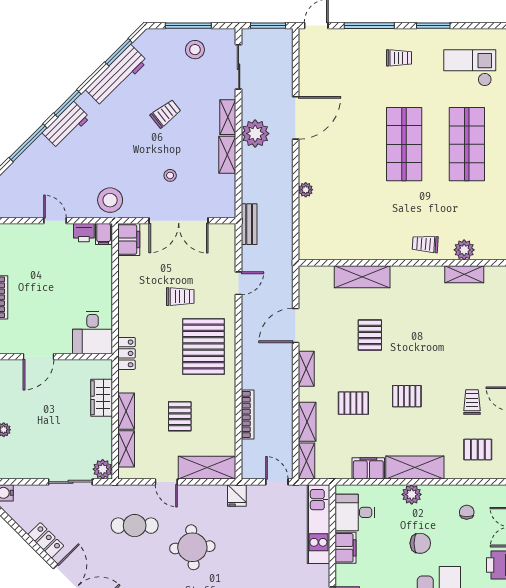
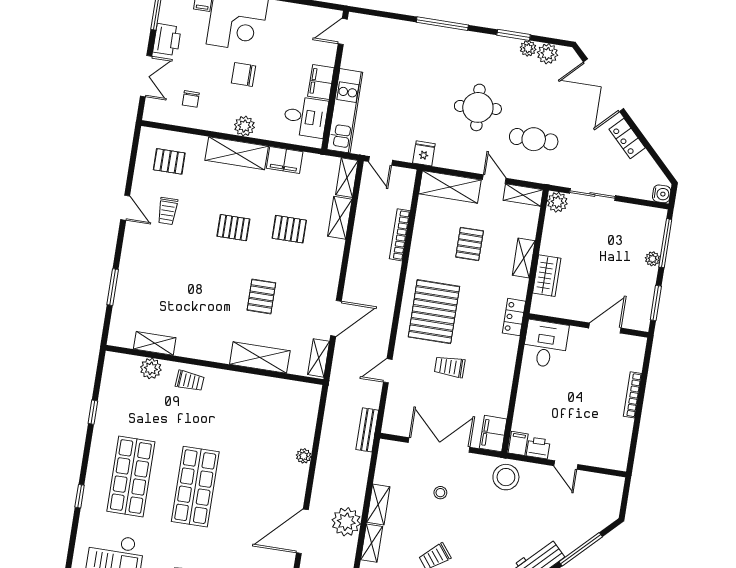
shelving: (306, 369) -> (319, 358), moved
shelving: (126, 449) -> (523, 195), moved, turned 90

